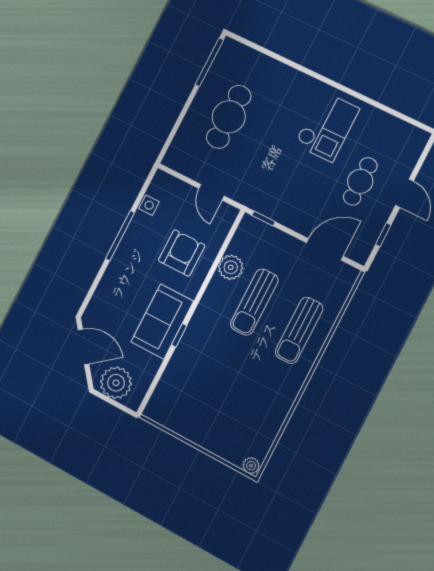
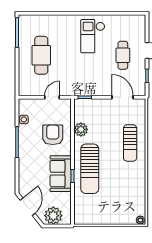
checkout: (327, 126) -> (93, 36), turned 180
door: (211, 192) -> (52, 97), swing flipped
door: (325, 249) -> (122, 97), hinge flipped
sun lounger: (254, 302) -> (90, 169), moved, width x1.36, depth x1.34
door: (84, 347) -> (28, 207), hinge flipped

